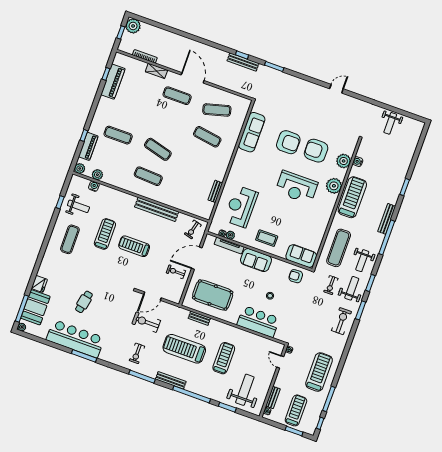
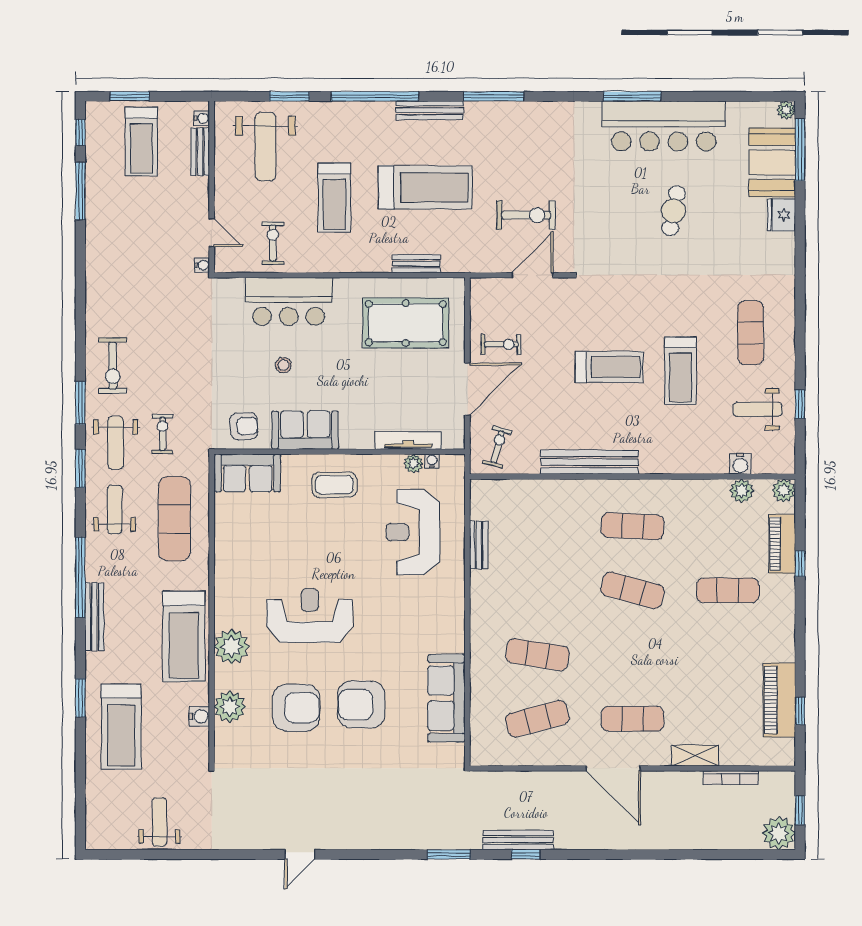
reception desk: (241, 207) -> (413, 532), turned 180
sofa: (256, 260) -> (305, 430), moved
exercise bike: (137, 353) -> (273, 243), moved
treadmill: (319, 372) -> (121, 727), moved

